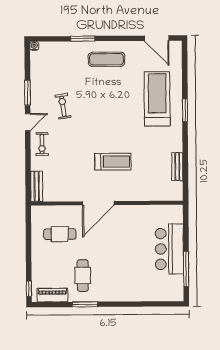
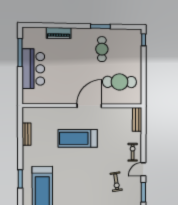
treadmill: (113, 162) -> (78, 138), width x1.37, depth x1.38
cafe table: (60, 234) -> (120, 82), width x1.37, depth x1.35
piano: (52, 295) -> (59, 33), moved

